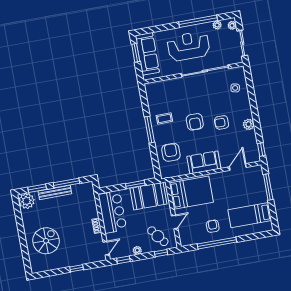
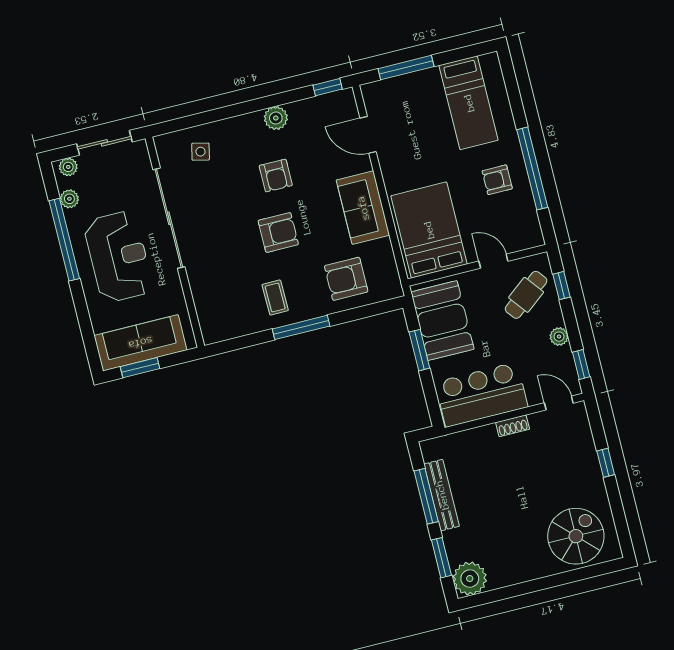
reception desk: (188, 46) -> (118, 257), turned 180
bench: (55, 192) -> (442, 495), moved
spiral stairs: (46, 241) -> (576, 536), moved, turned 90

